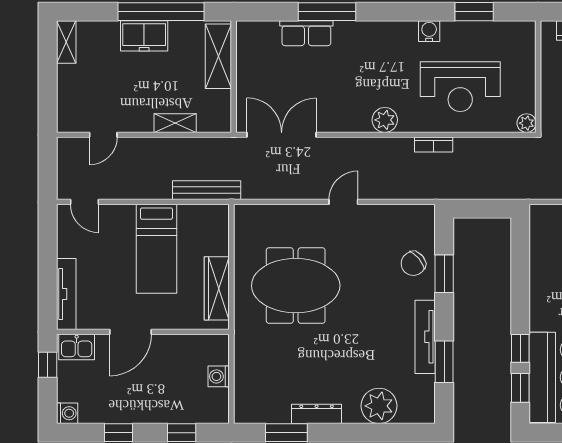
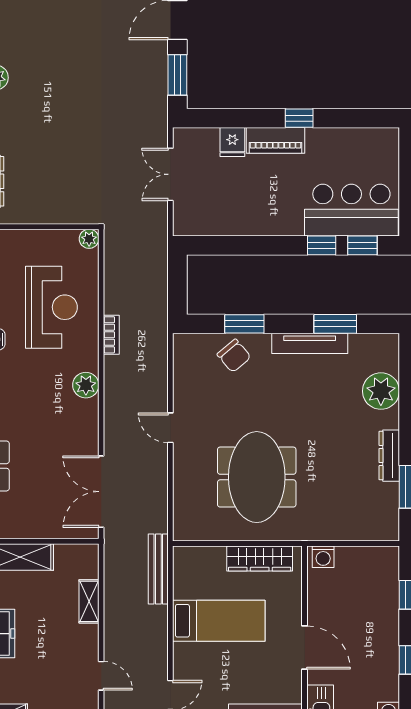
washing machine: (219, 376) -> (323, 557), moved

